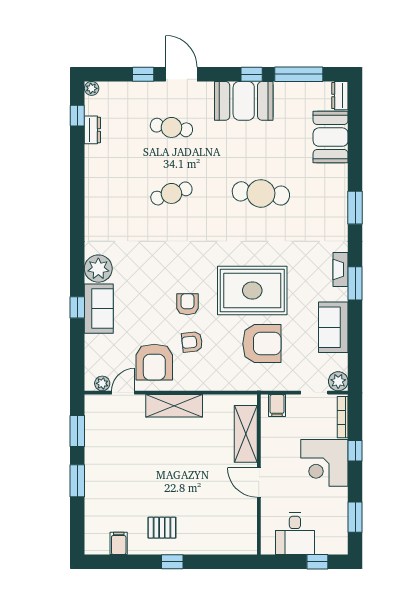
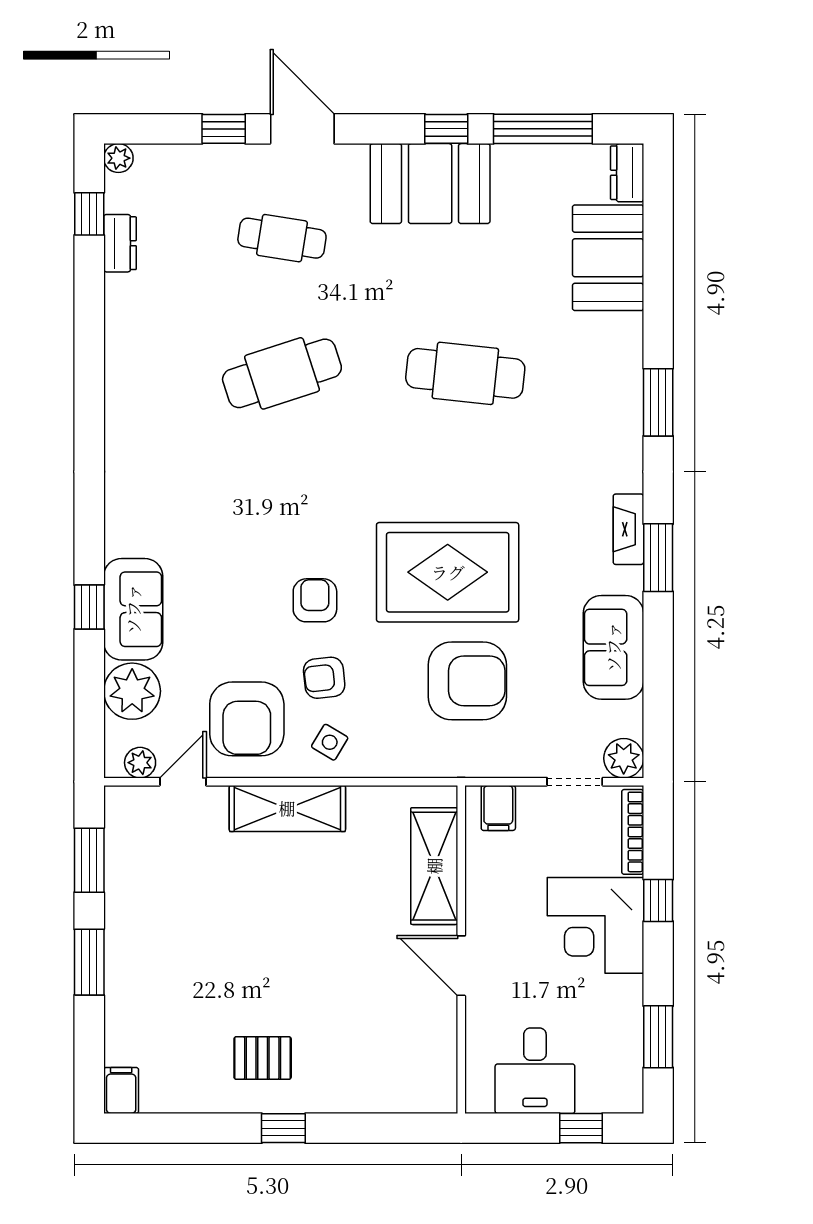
cafe table: (171, 193) -> (282, 373), width x1.37, depth x1.35
plant: (98, 269) -> (132, 691), moved
side table: (195, 373) -> (330, 742), added
filing cabinet: (119, 543) -> (121, 1090), moved

